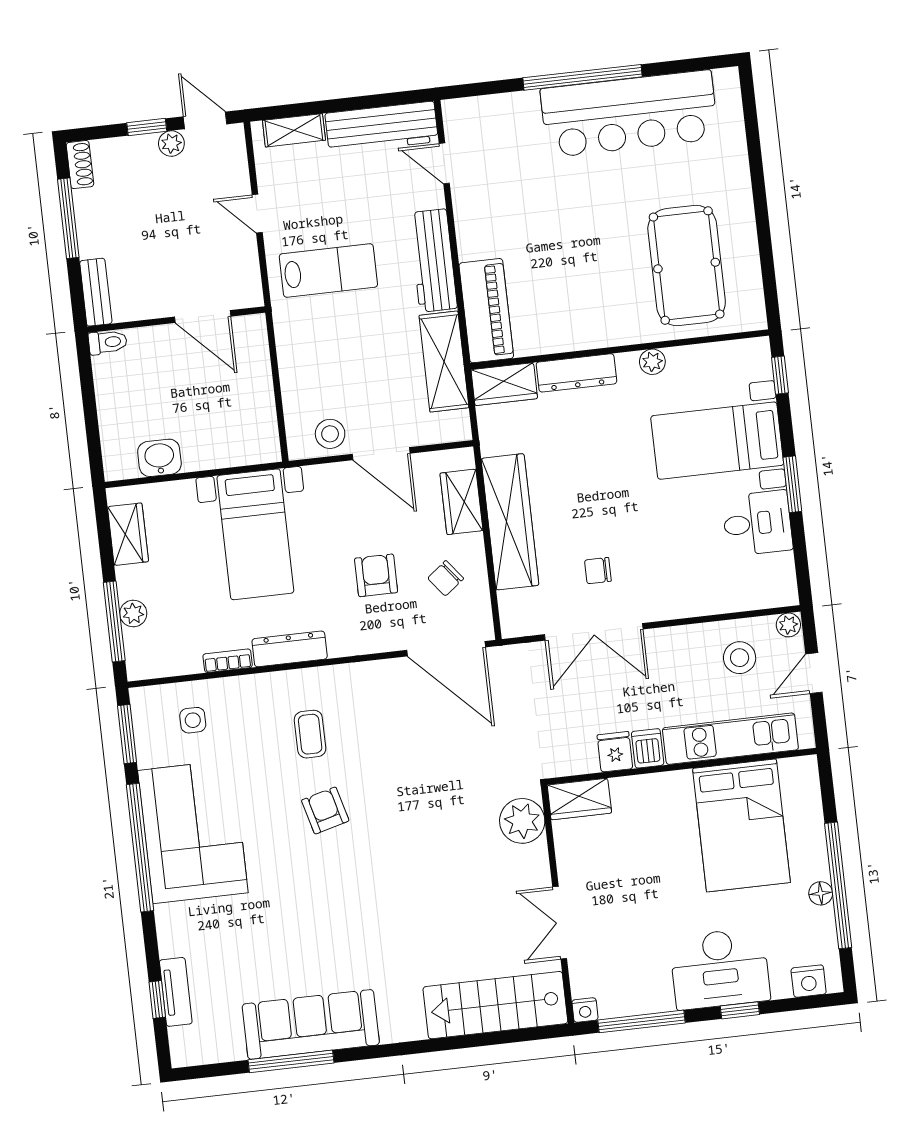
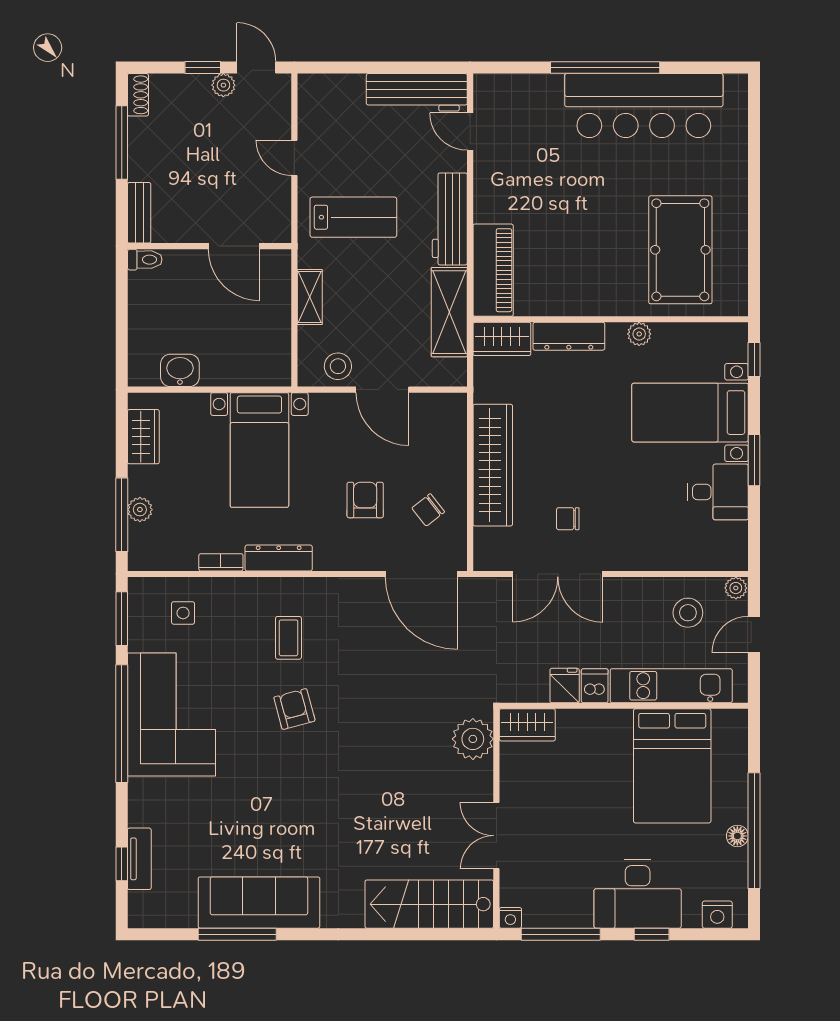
shelving: (294, 130) -> (310, 297), moved, turned 90
wardrobe: (461, 502) -> (451, 442), removed

